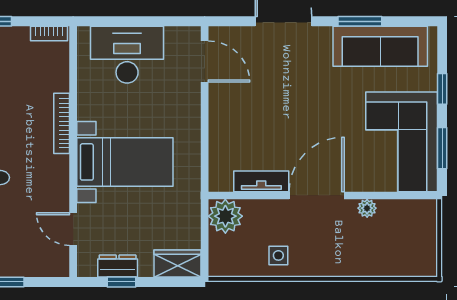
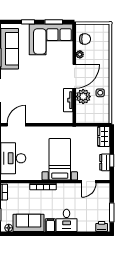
door: (317, 195) -> (74, 76), swing flipped
plant: (225, 216) -> (83, 97), moved
chair: (403, 220) -> (85, 39), added

